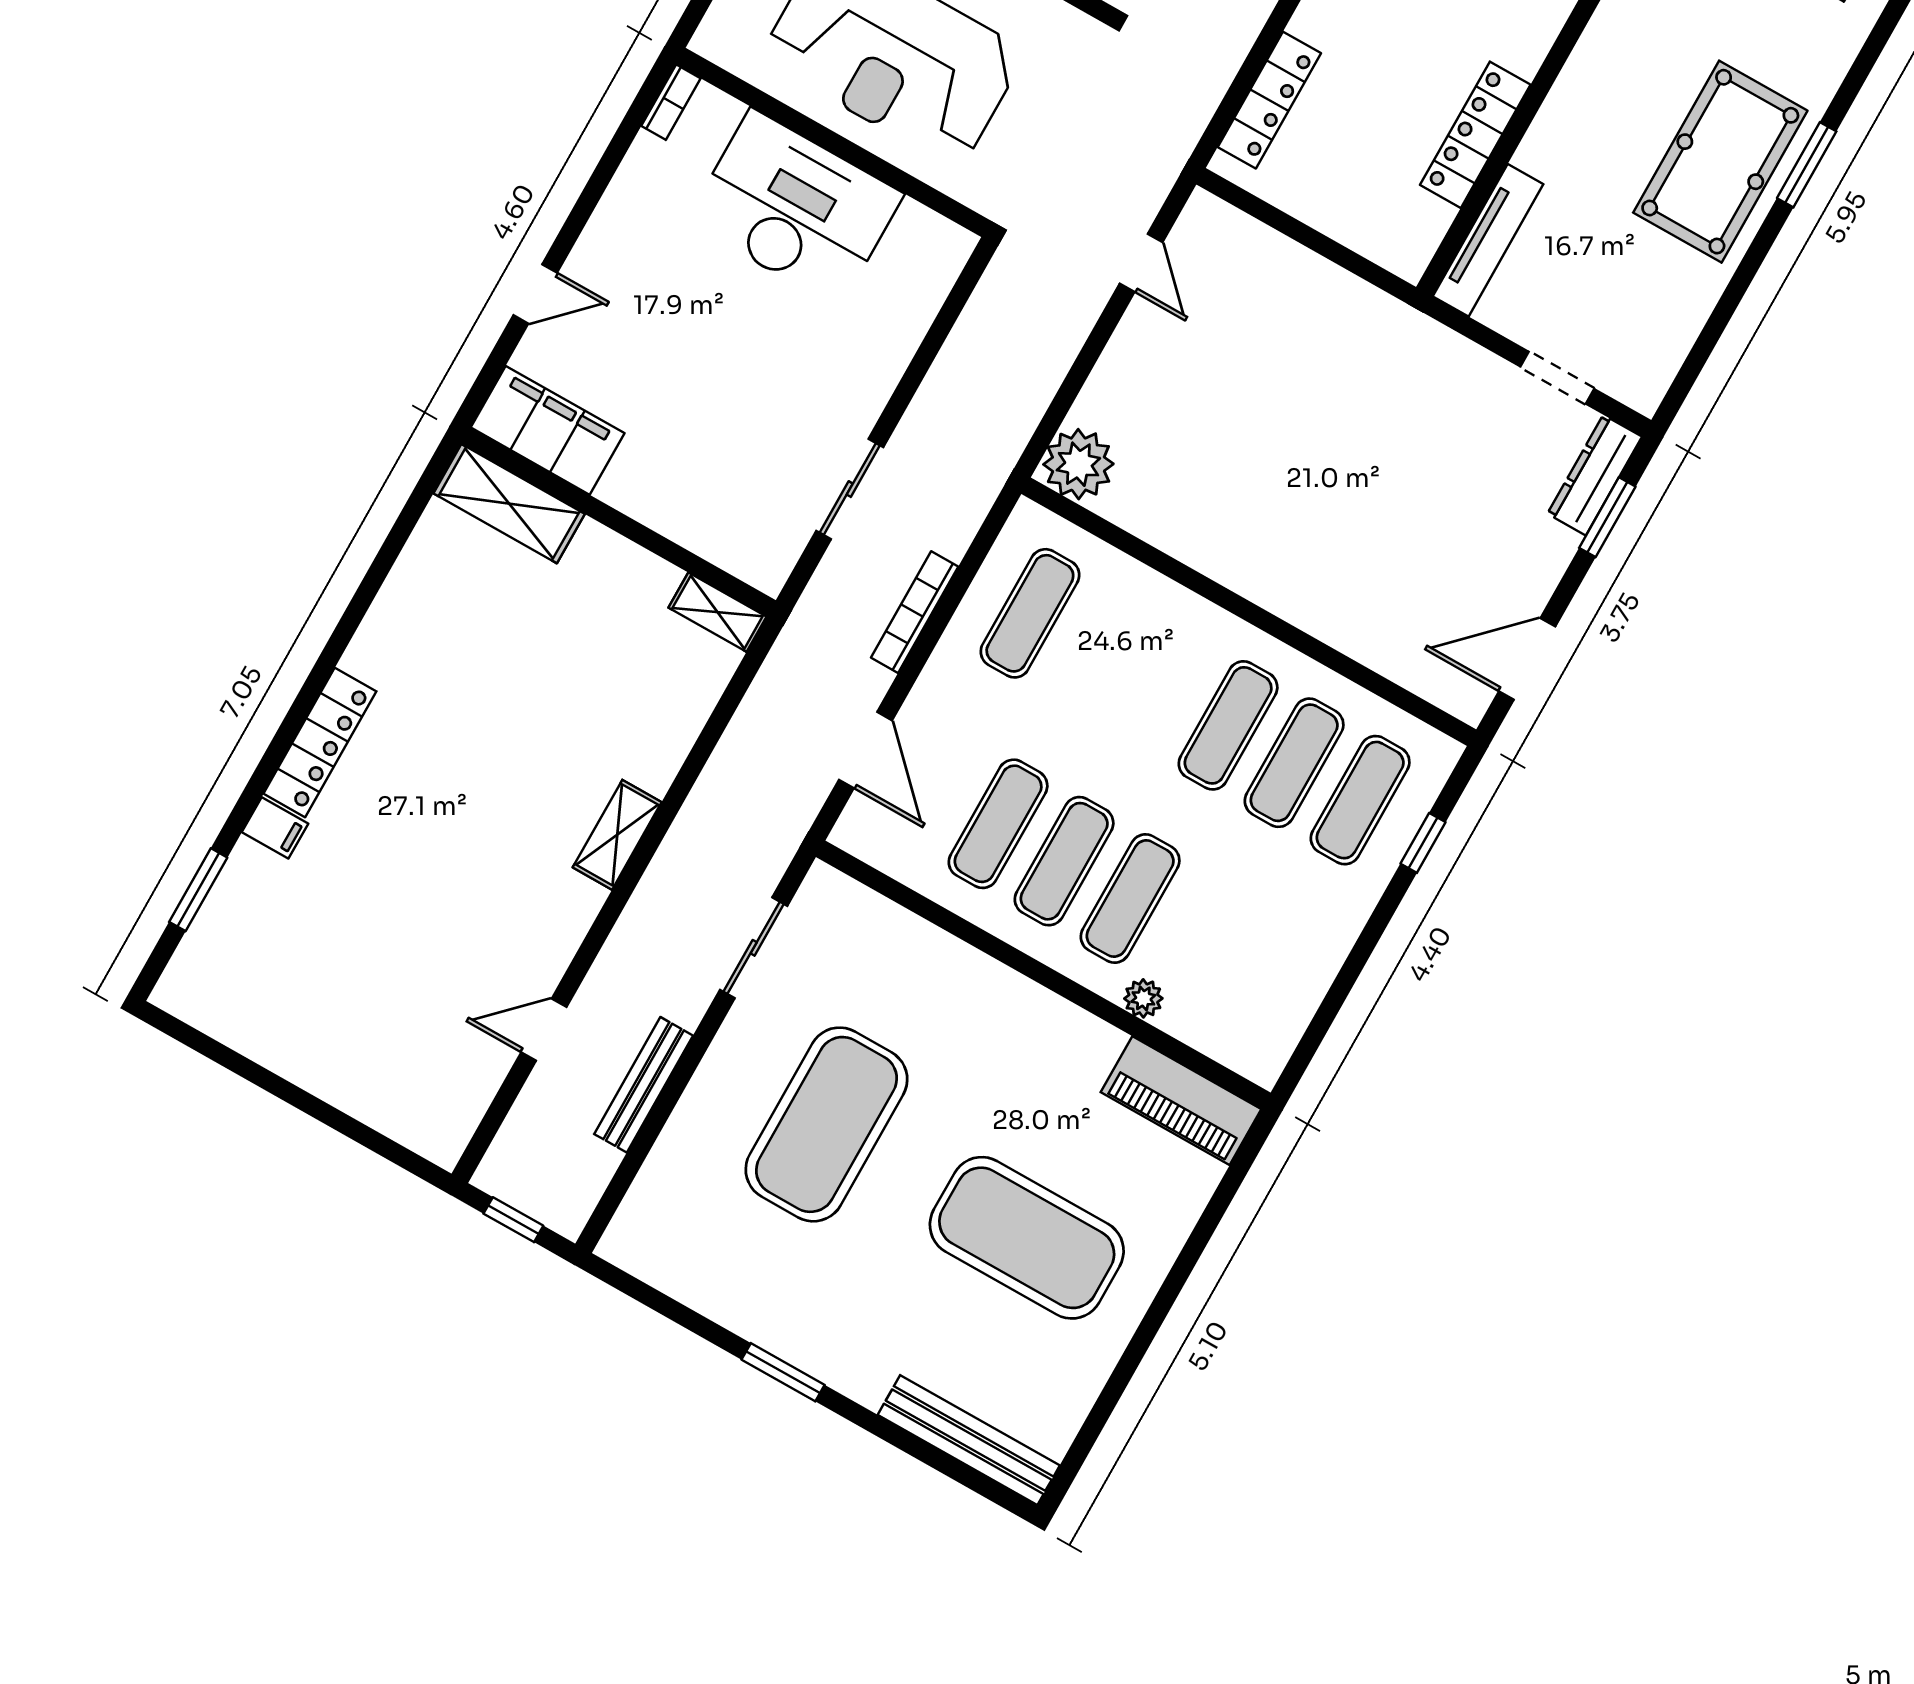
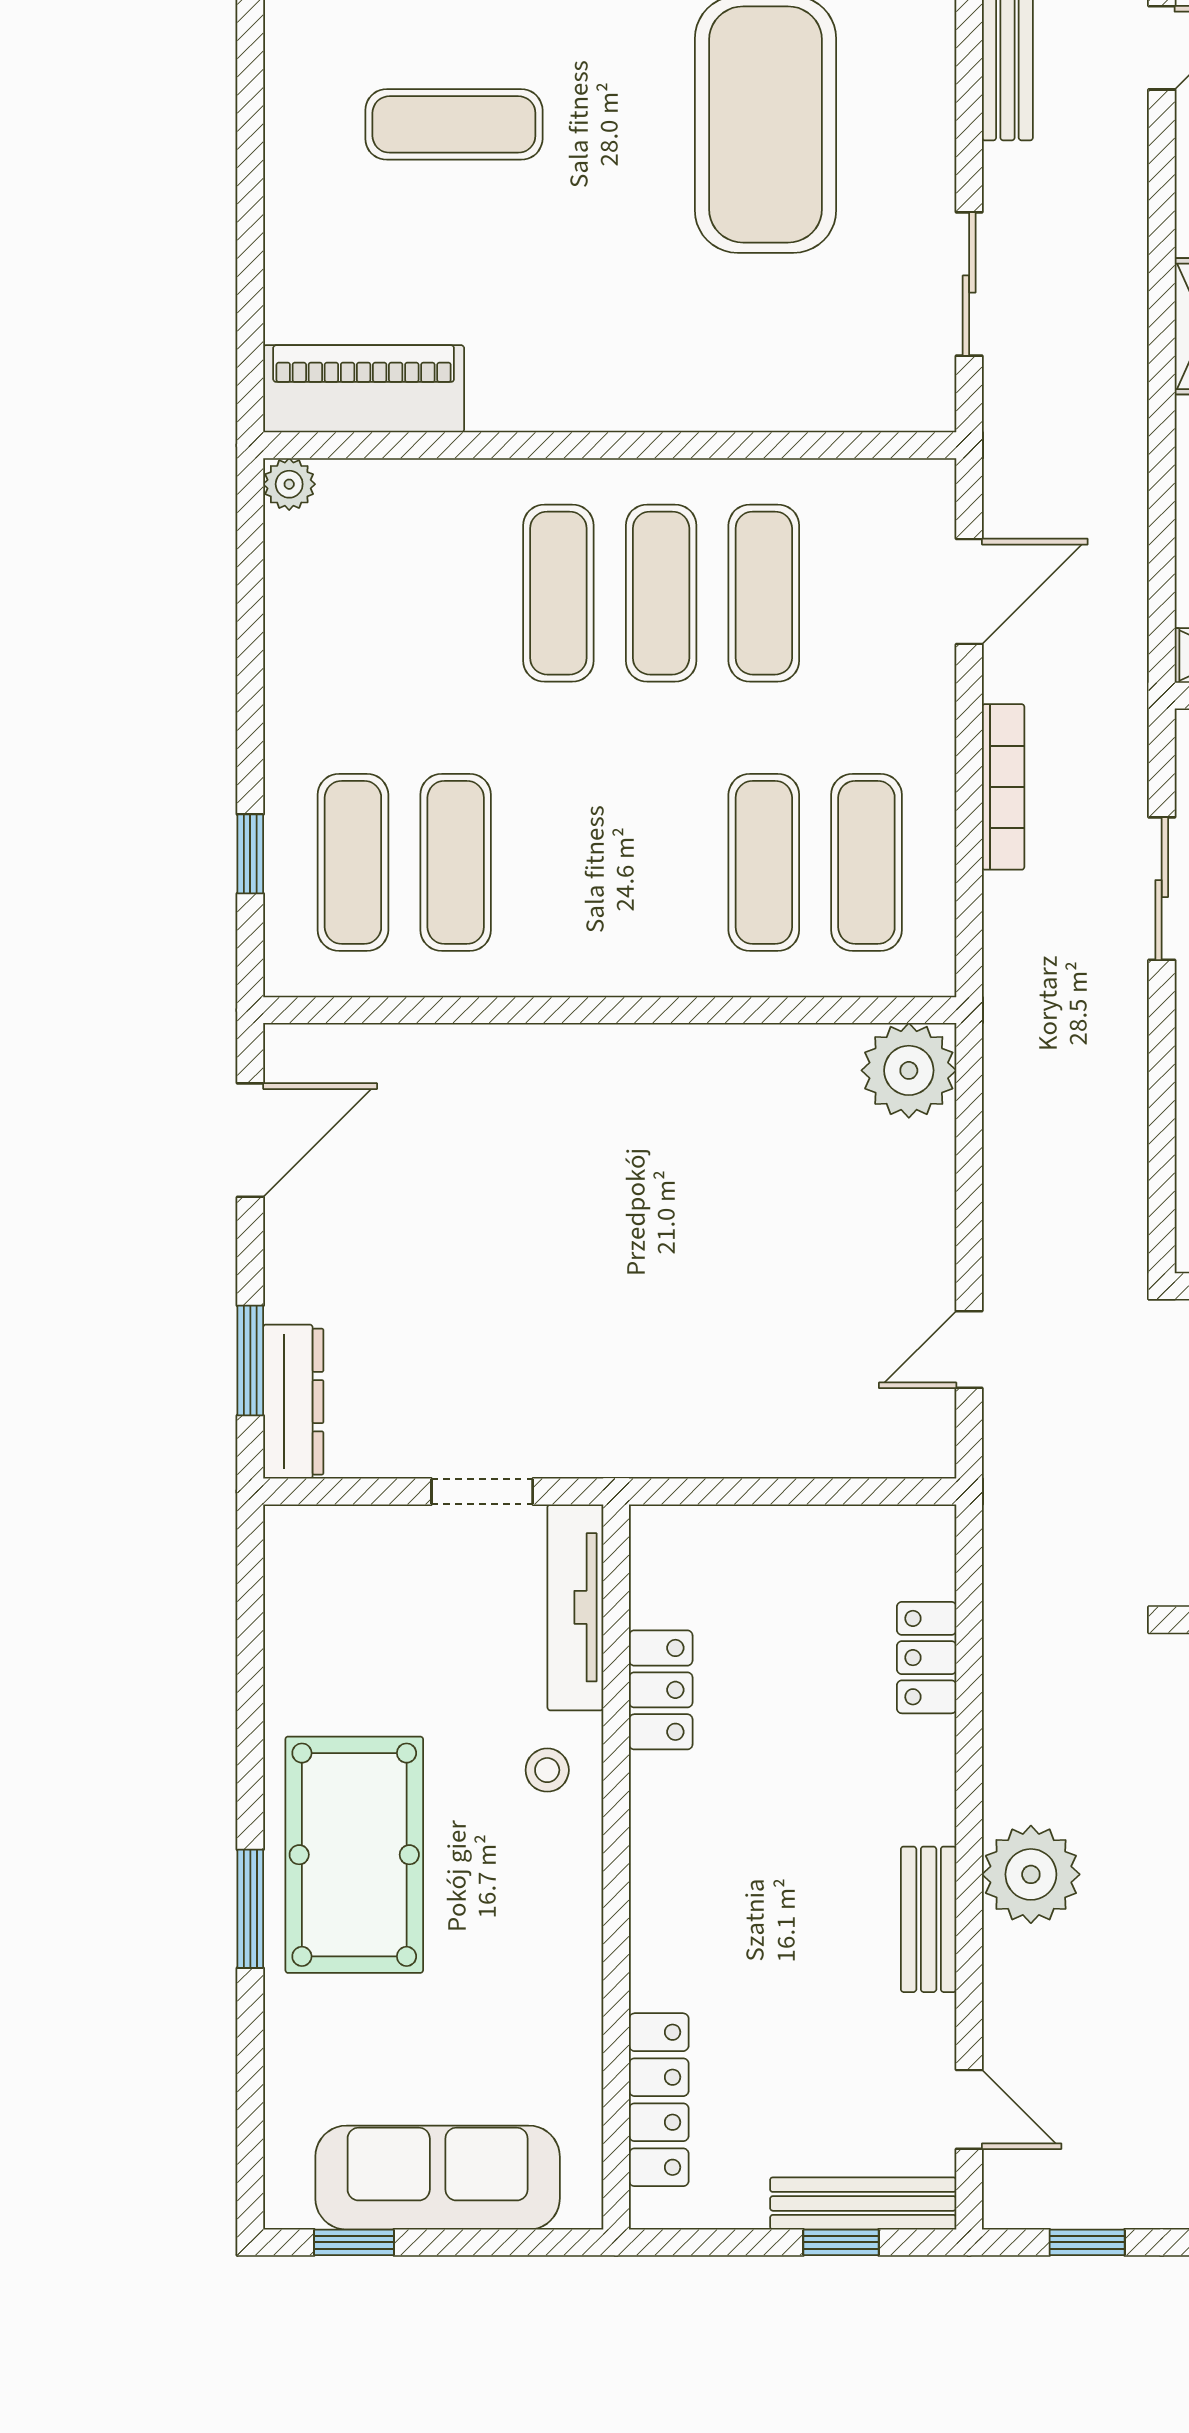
locker: (1269, 100) -> (927, 1658), width x0.66
locker: (1475, 135) -> (661, 1690), width x0.66
stool: (1565, 146) -> (547, 1770), added
door: (1141, 263) -> (969, 1349), hinge flipped
doorway: (1557, 378) -> (482, 1491), moved
exercise mat: (1228, 725) -> (764, 862), moved
door: (865, 750) -> (969, 592), swing flipped
plant: (1143, 998) -> (289, 484), moved
exercise mat: (1027, 1238) -> (454, 124), width x0.50, depth x0.69

